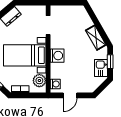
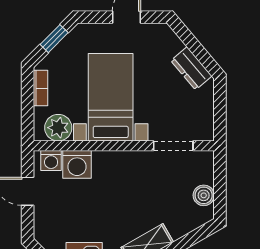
boiler: (72, 10) -> (204, 195), added
washing machine: (57, 56) -> (77, 164), moved

